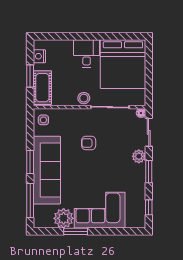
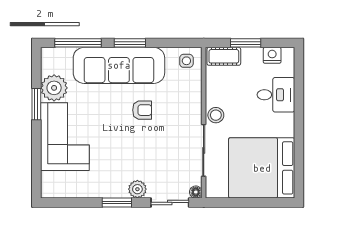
desk: (87, 53) -> (276, 95), moved
cot: (42, 88) -> (224, 56), width x0.73, depth x0.75
armchair: (89, 143) -> (142, 110), moved, turned 90
window: (149, 207) -> (69, 202), removed

